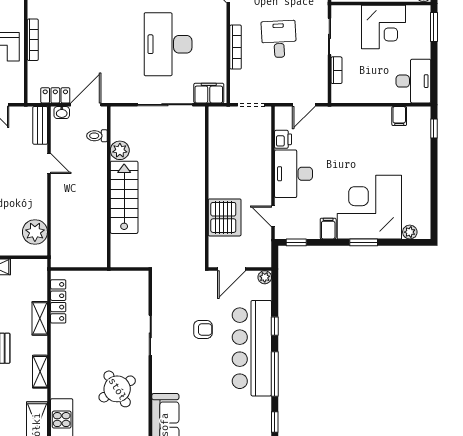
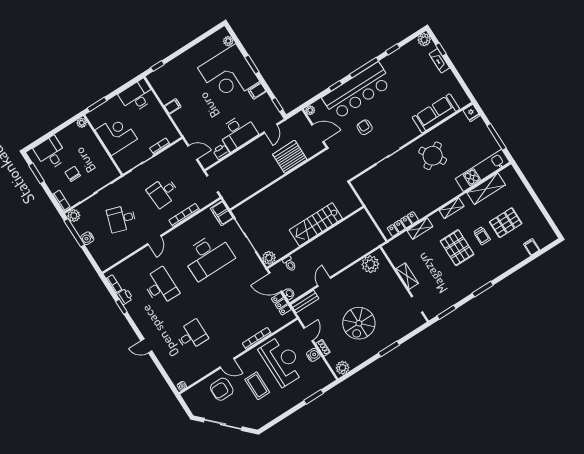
filing cabinet: (399, 116) -> (173, 106), moved
plant: (120, 150) -> (269, 258), moved

